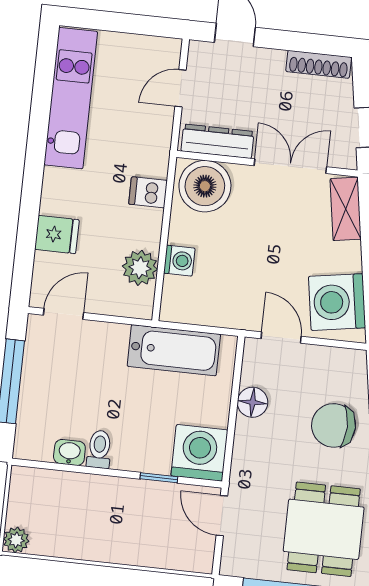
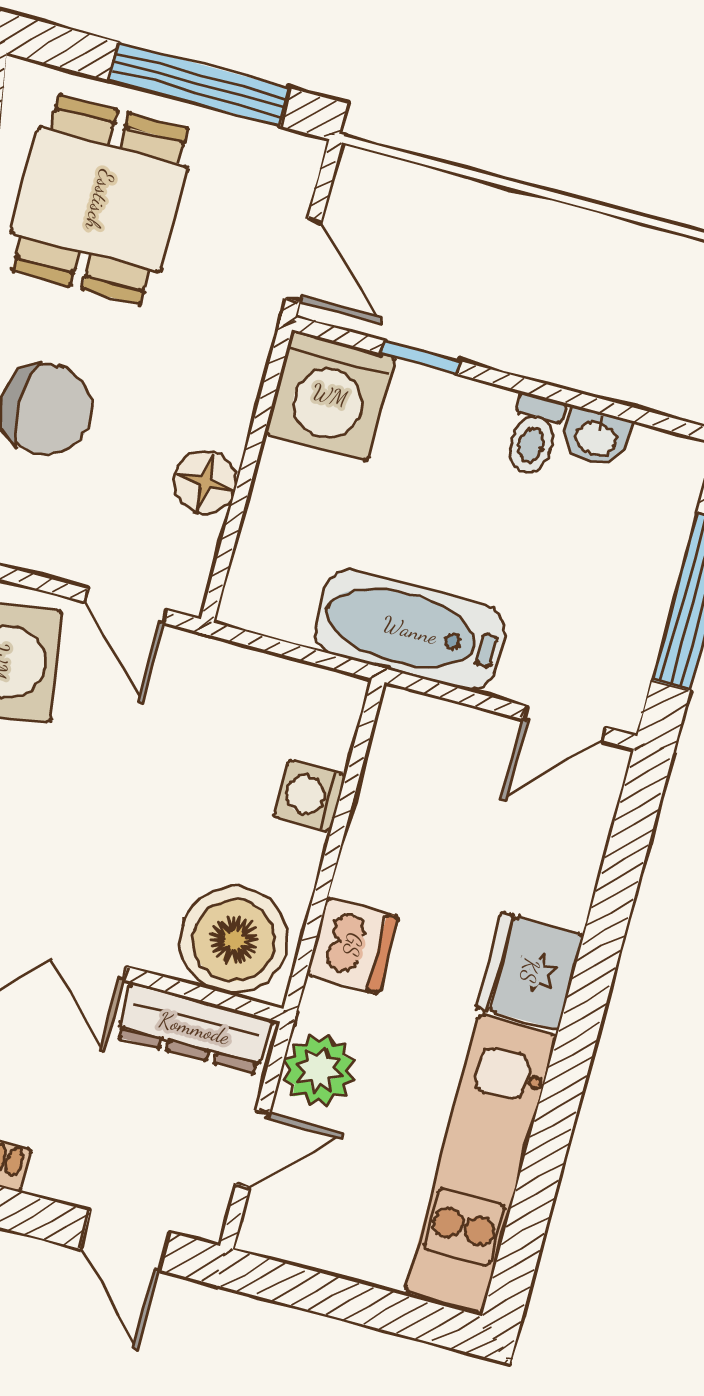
dishwasher: (148, 192) -> (353, 945), width x1.38
fridge: (57, 235) -> (530, 971), moved, width x1.38
plant: (140, 268) -> (319, 1070), moved
bathtub: (174, 350) -> (410, 630), moved

